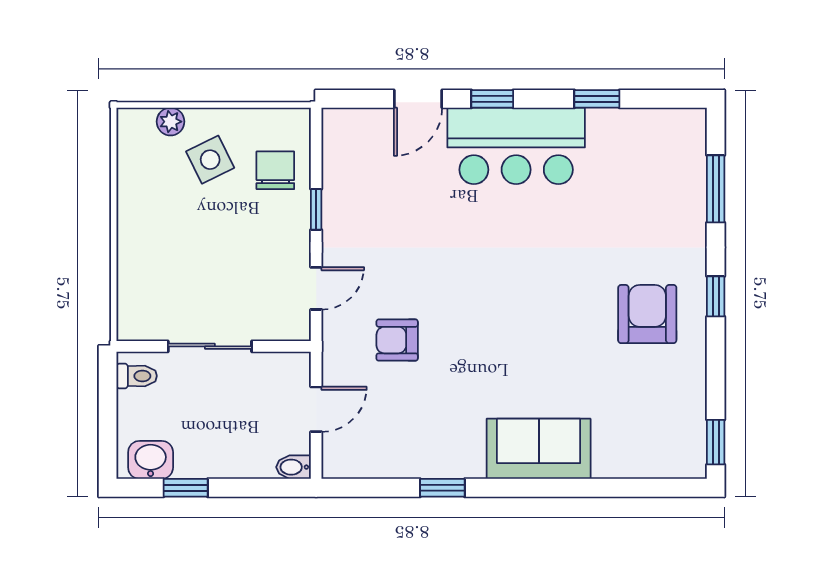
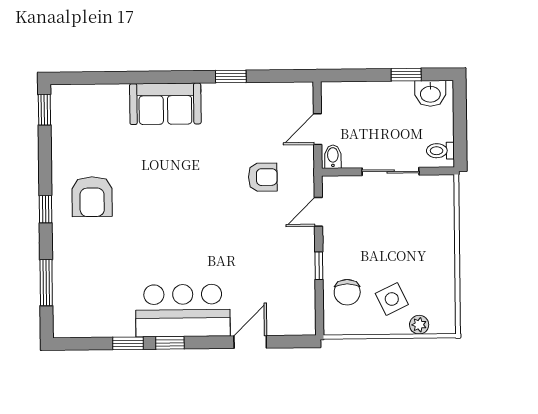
window: (492, 99) -> (170, 343), moved
bidet: (294, 467) -> (333, 157), moved, turned -90

